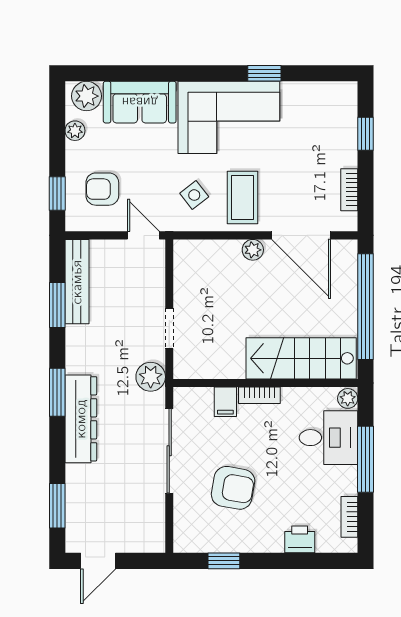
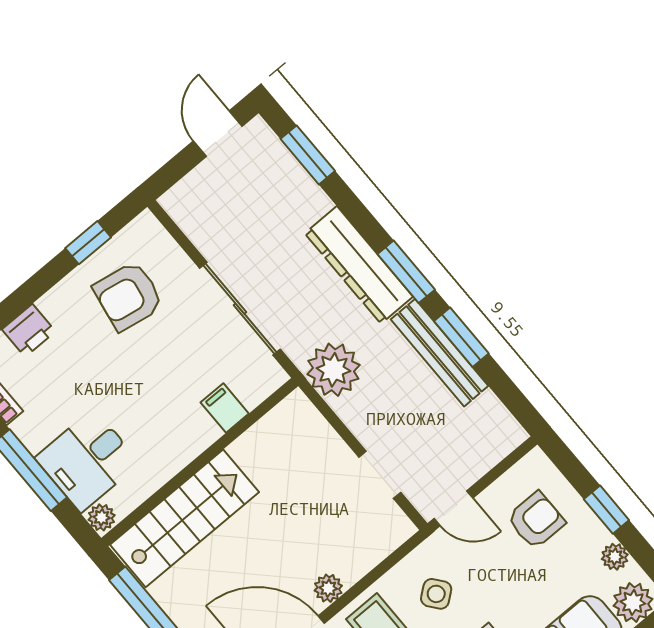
window: (57, 194) -> (606, 510), moved
bench: (77, 282) -> (440, 353), moved
window: (57, 305) -> (461, 337), moved
doorway: (169, 328) -> (380, 475), moved
plant: (151, 377) -> (333, 370), width x1.36, depth x1.36
bookcase: (259, 395) -> (195, 444), removed
armchair: (233, 488) -> (128, 296), moved

